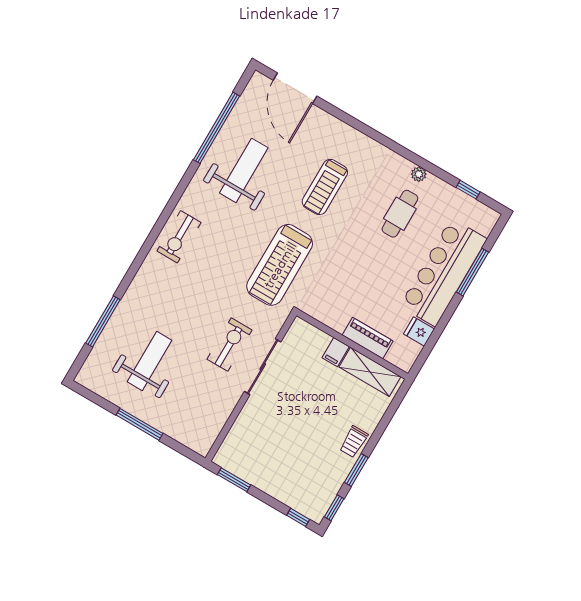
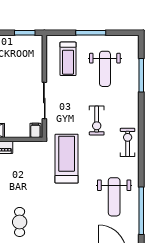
treadmill: (325, 187) -> (68, 59), moved, turned 180
exercise bike: (229, 345) -> (97, 121), moved
filing cabinet: (336, 352) -> (35, 130), moved

